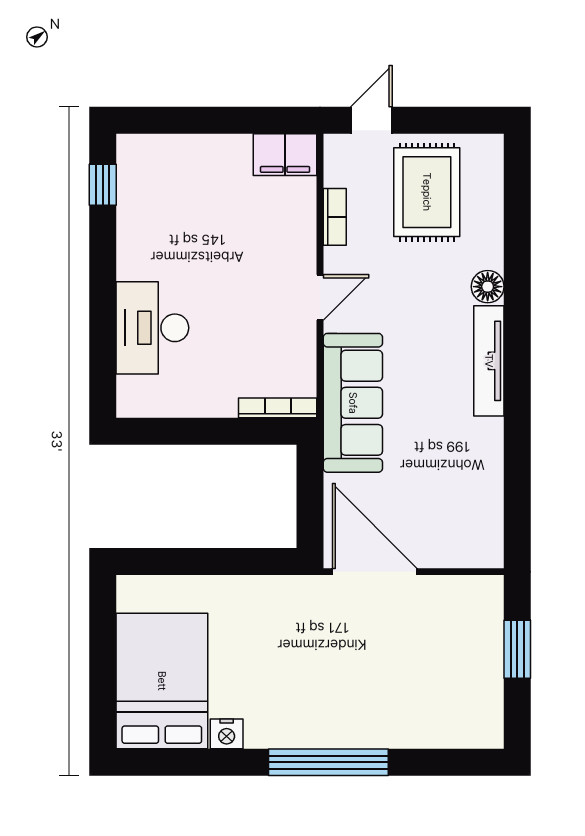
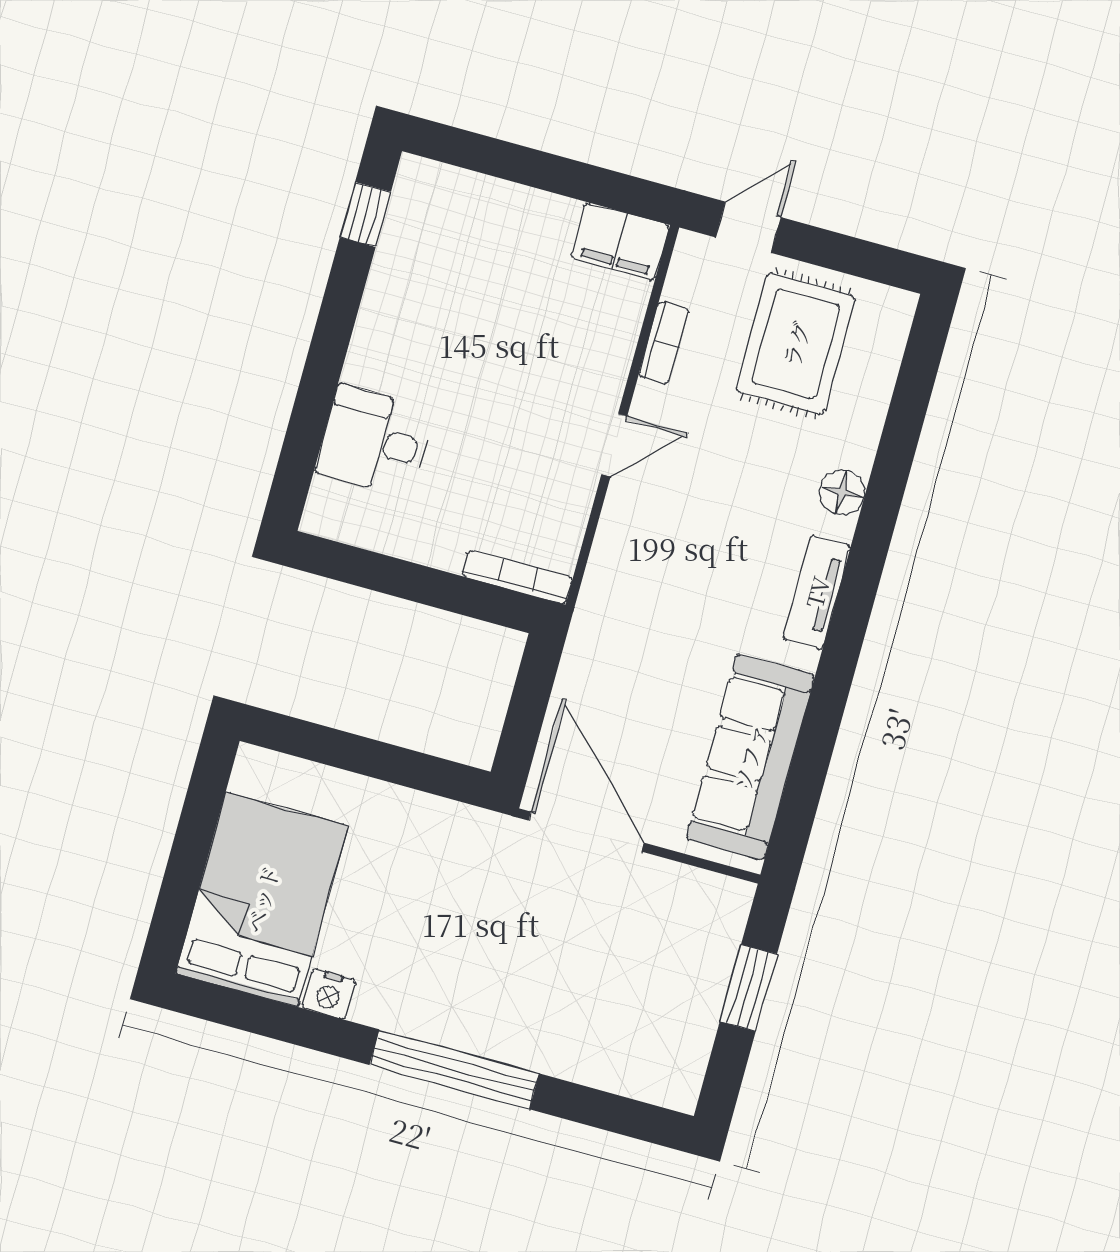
desk: (152, 328) -> (374, 441), width x0.73
tv unit: (489, 361) -> (817, 592), width x0.71
sofa: (353, 403) -> (750, 757), moved, turned 180

